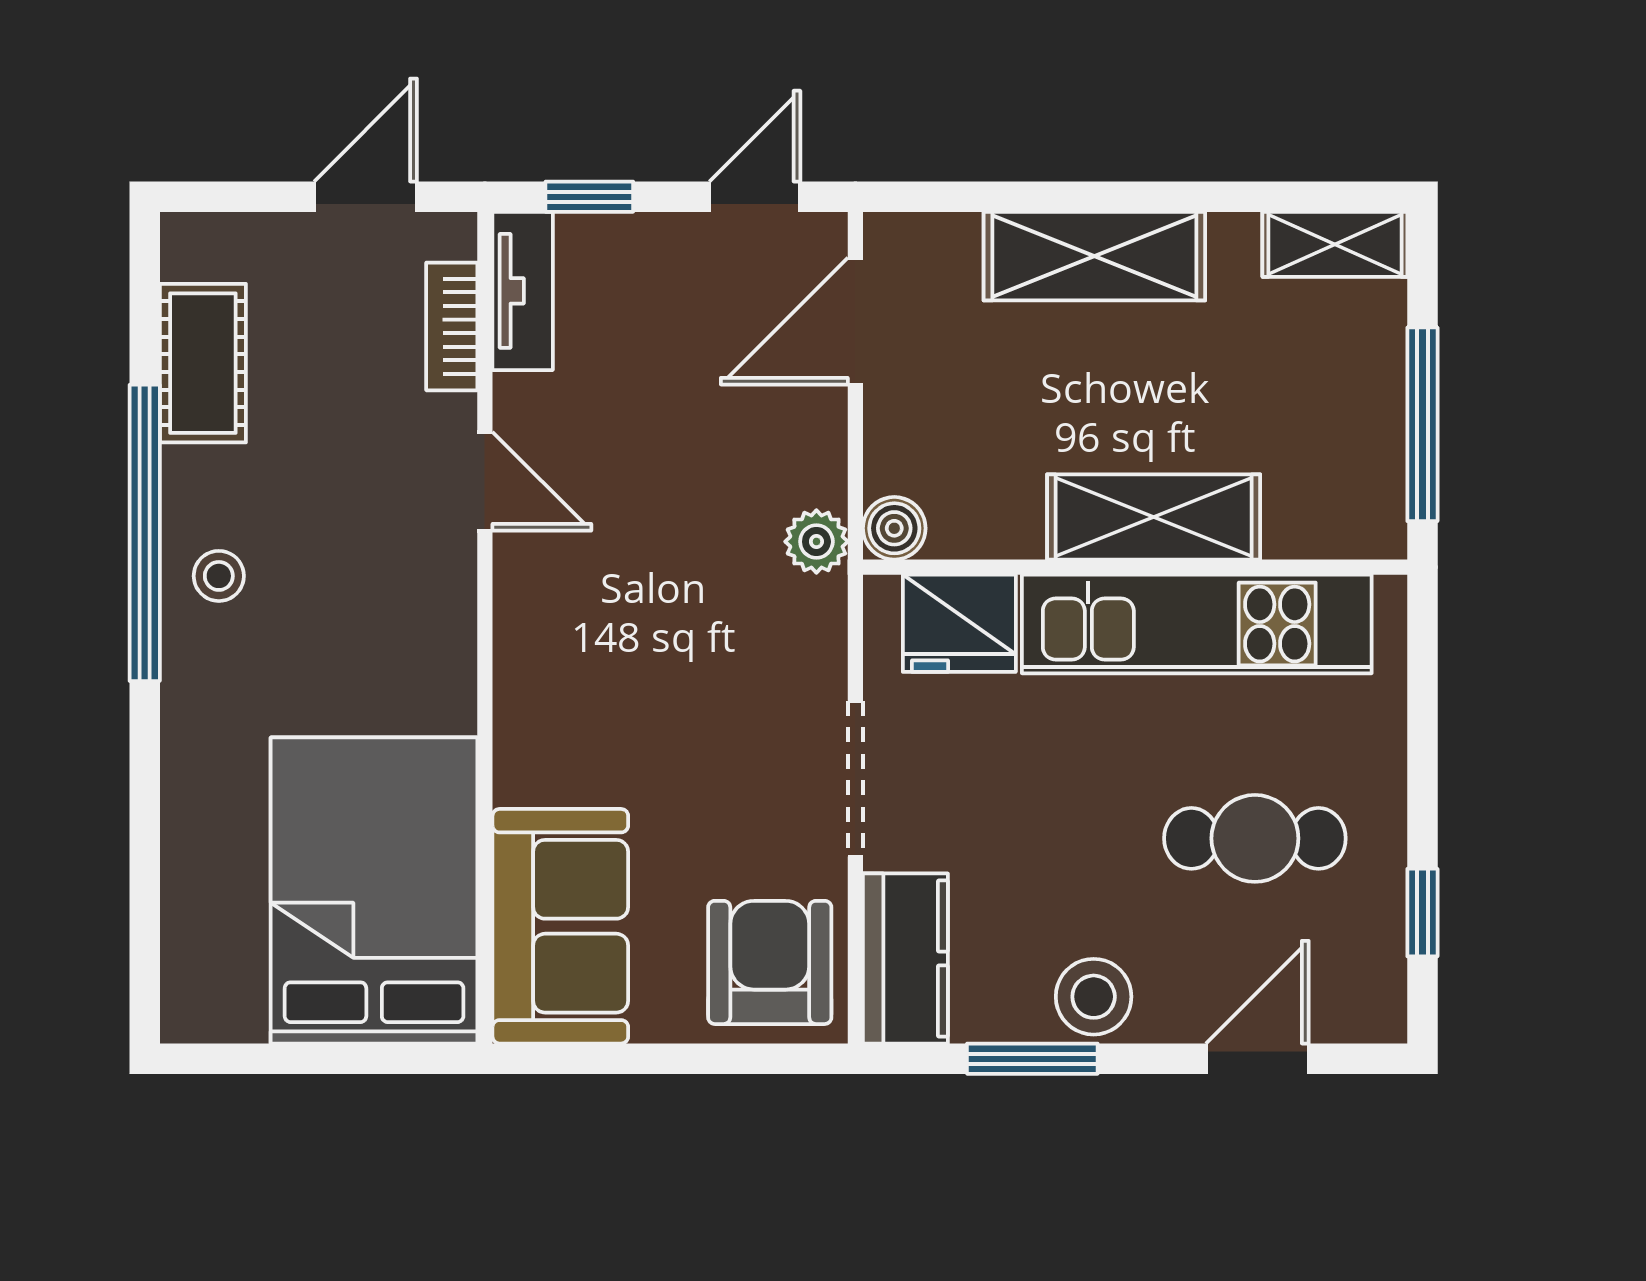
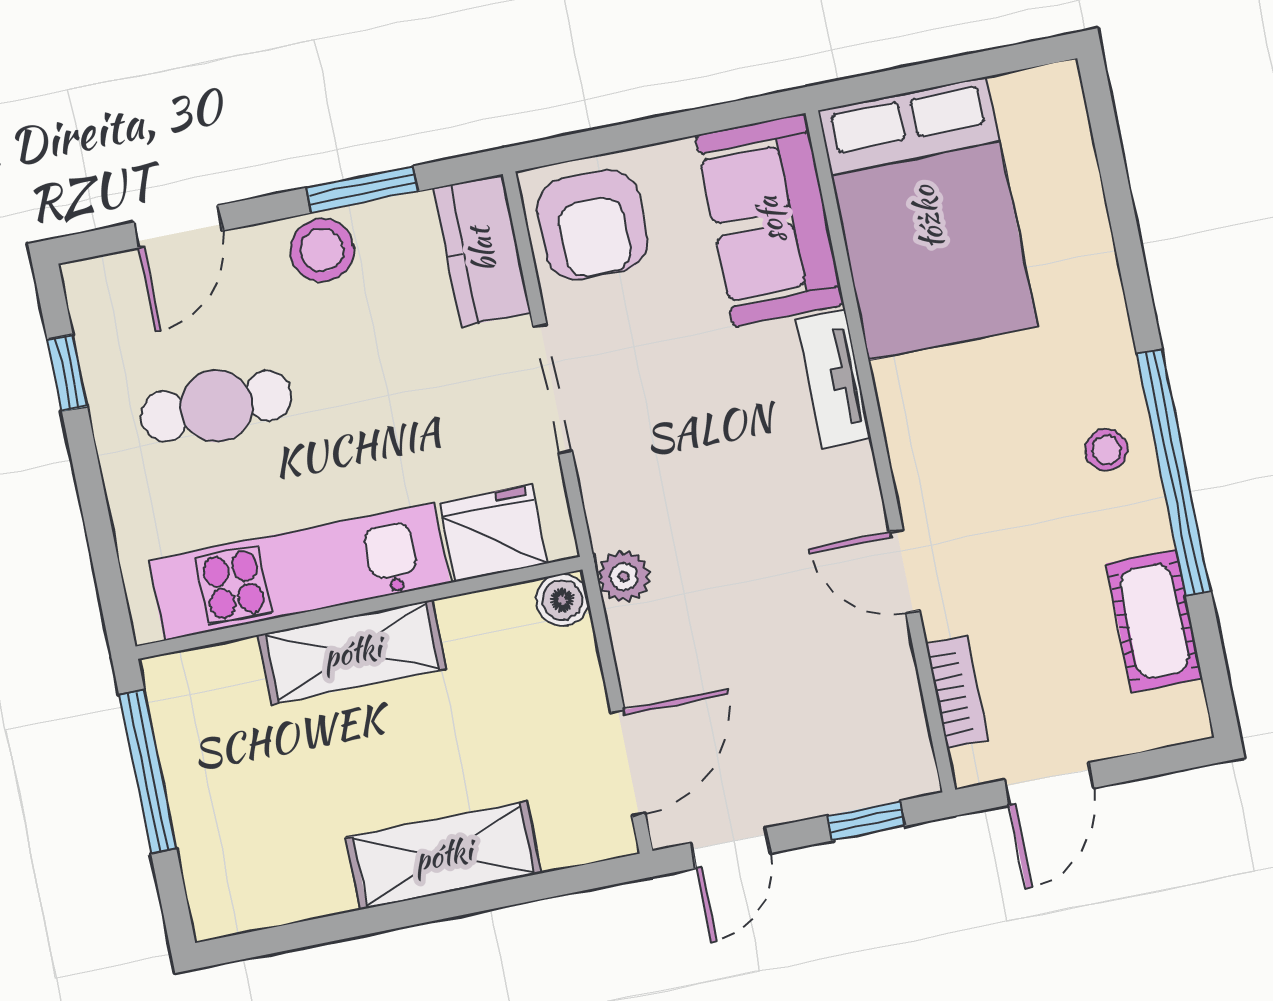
shelving: (1335, 244) -> (249, 905), removed
tv unit: (523, 291) -> (834, 379), moved

